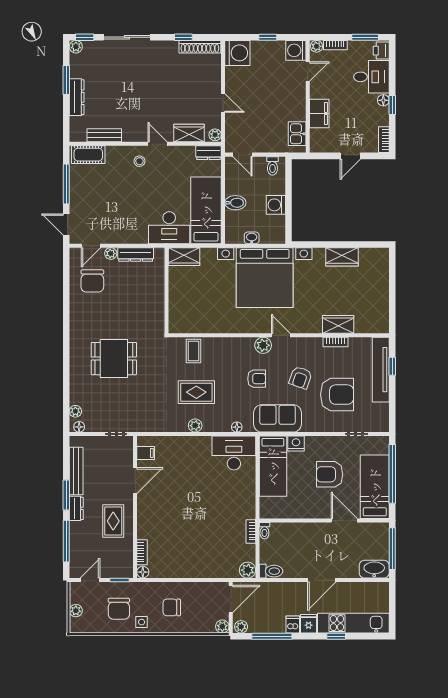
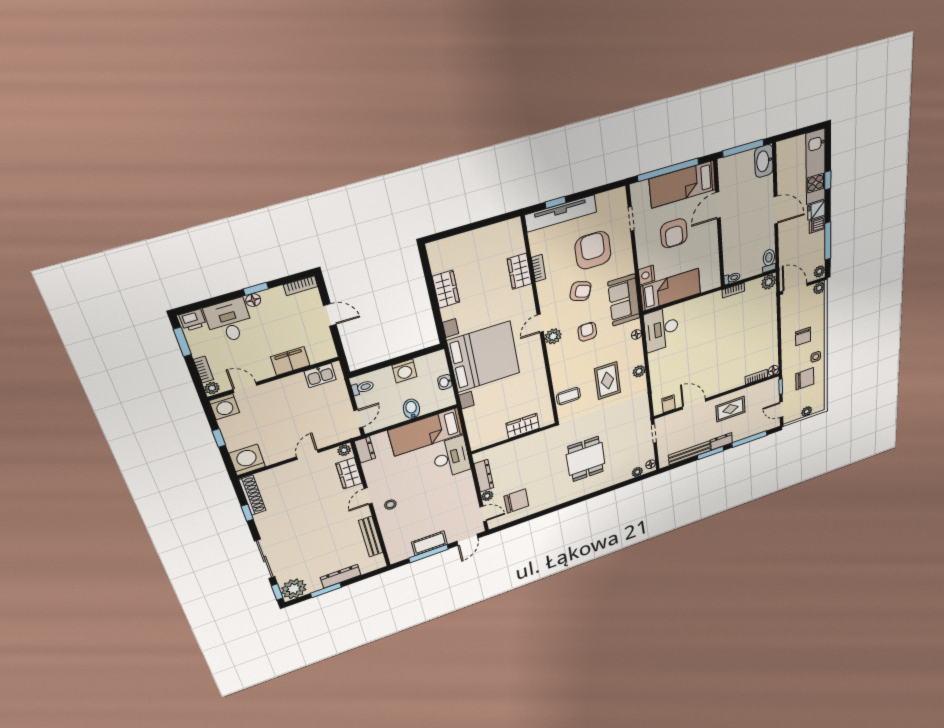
plant: (76, 47) -> (294, 589), width x1.88, depth x1.88
bench: (104, 135) -> (371, 537), width x1.36
cot: (88, 155) -> (429, 543), moved, turned 90
wardrobe: (184, 257) -> (523, 426), moved, turned -90

